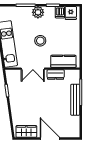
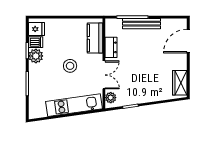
plant: (38, 12) -> (36, 56), moved
plant: (14, 74) -> (111, 98), added
door: (50, 138) -> (188, 41), moved

